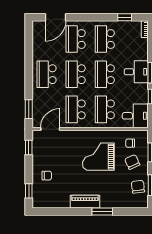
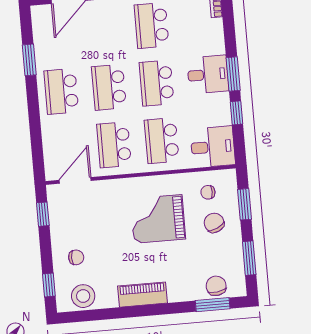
school desk: (76, 39) -> (104, 30), removed
window: (29, 109) -> (29, 60), moved
chair: (138, 187) -> (216, 286), moved
stool: (49, 199) -> (83, 296), added
window: (102, 212) -> (213, 305), moved

